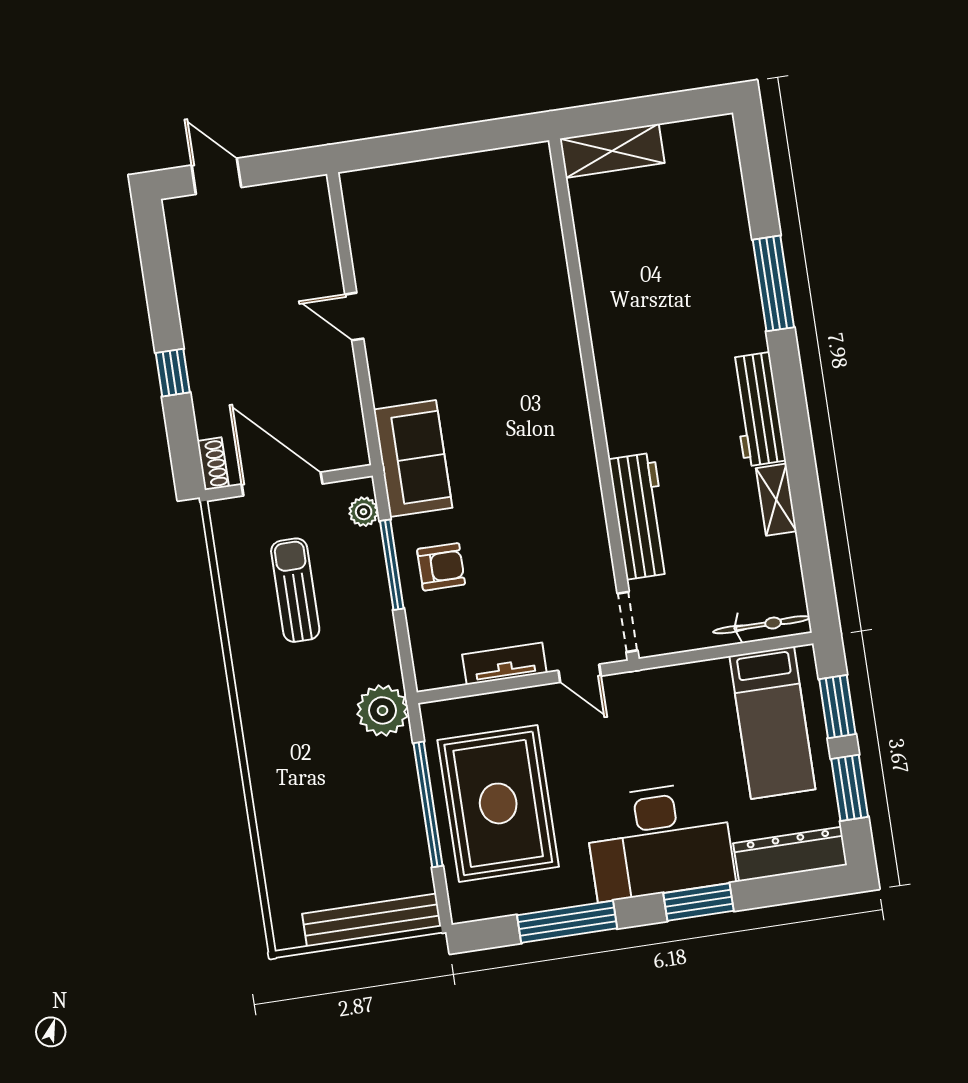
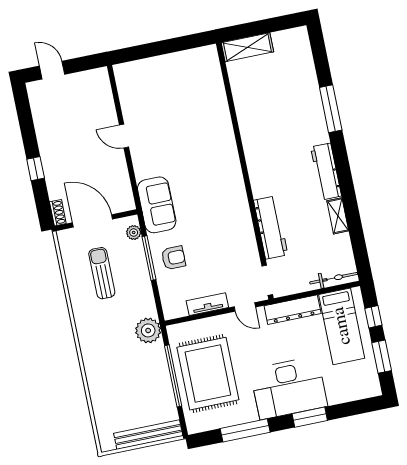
window: (837, 707) -> (373, 317), width x0.67
dresser: (790, 854) -> (293, 310), moved, turned 180

